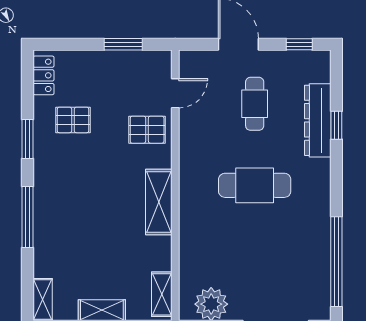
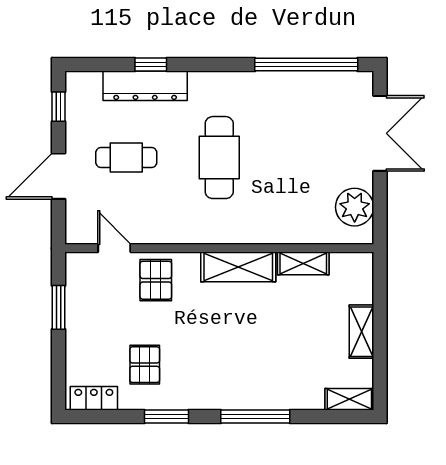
shelving: (162, 294) -> (303, 263), moved

